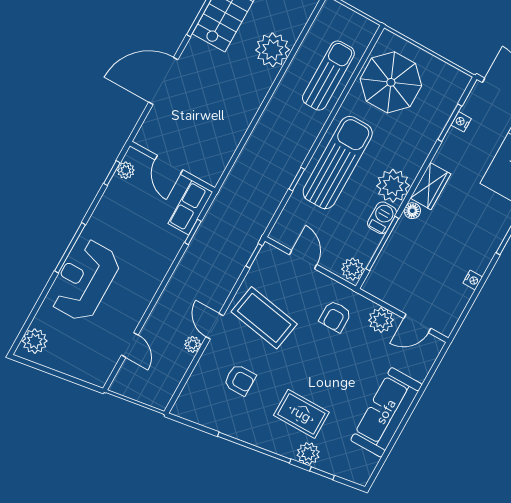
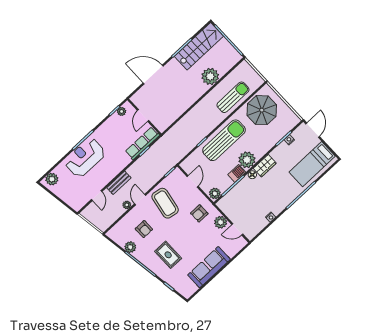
row of seats: (190, 208) -> (142, 143), width x1.48
bench: (164, 307) -> (119, 183), added
plant: (308, 454) -> (130, 247), moved

